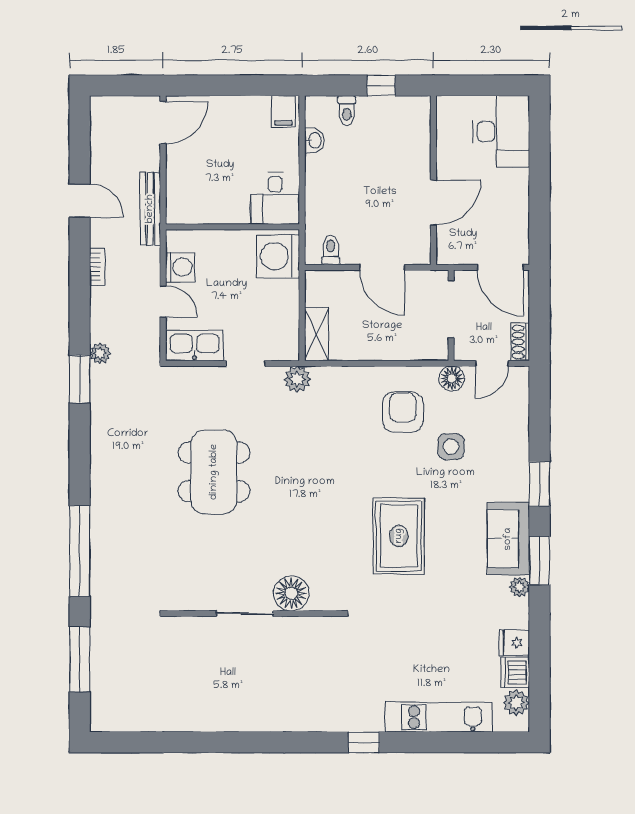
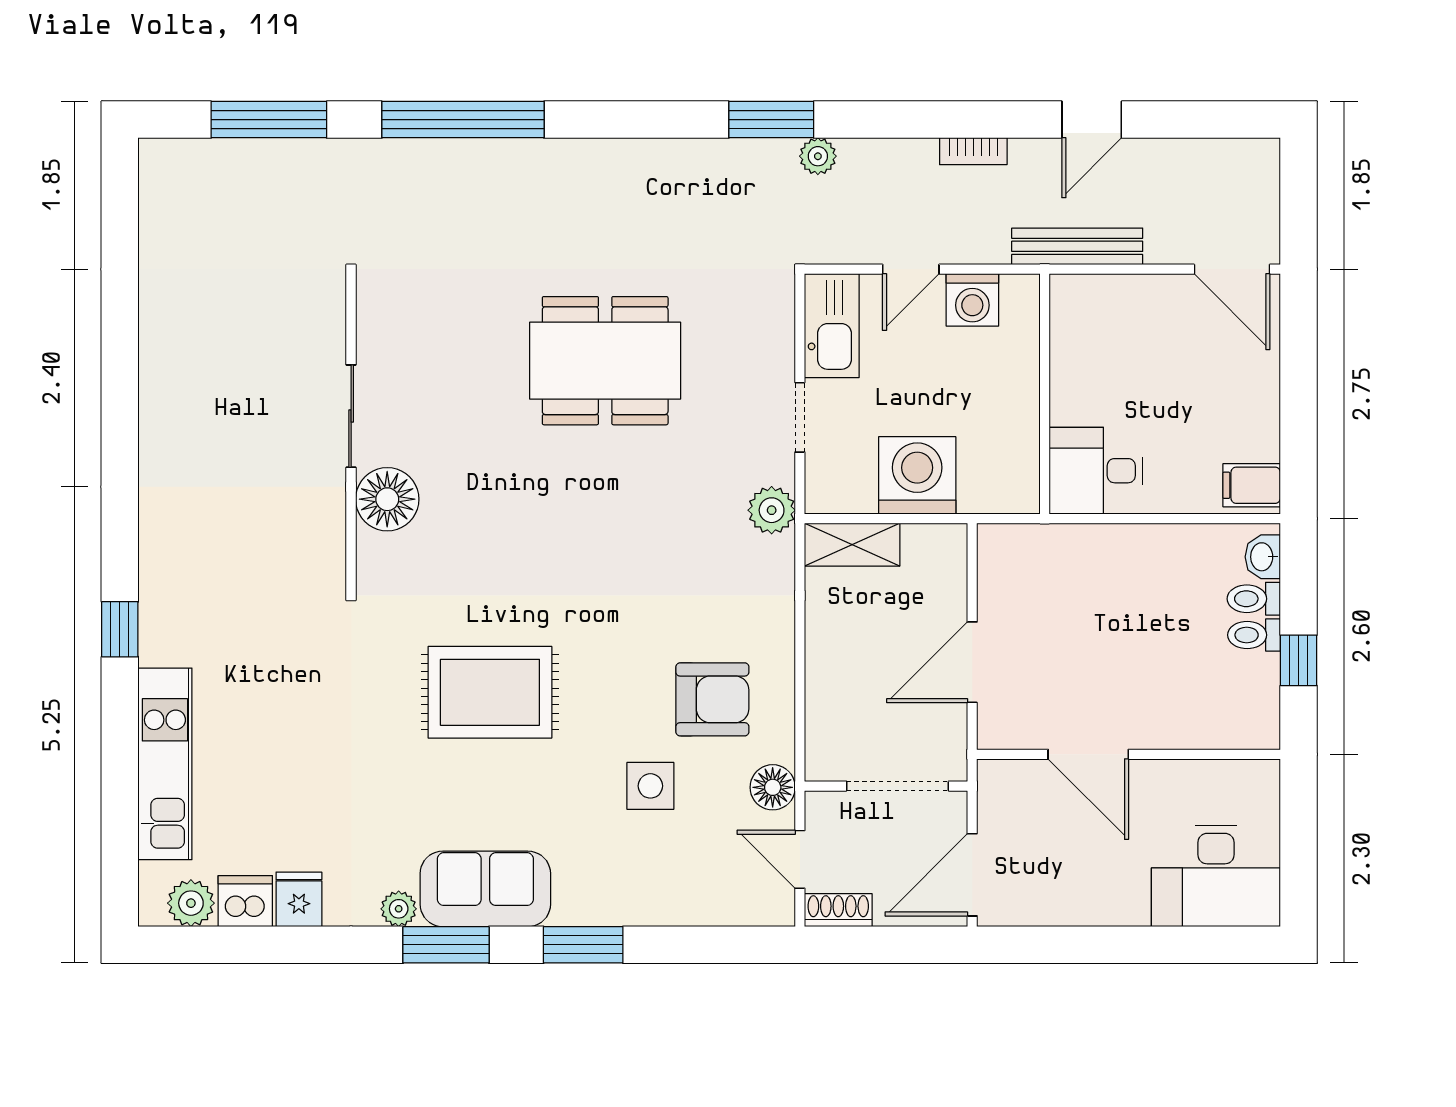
washbasin: (314, 140) -> (1263, 557), moved, turned 90
toilet: (331, 250) -> (1254, 635), moved, turned 180
washing machine: (278, 256) -> (917, 475), moved

